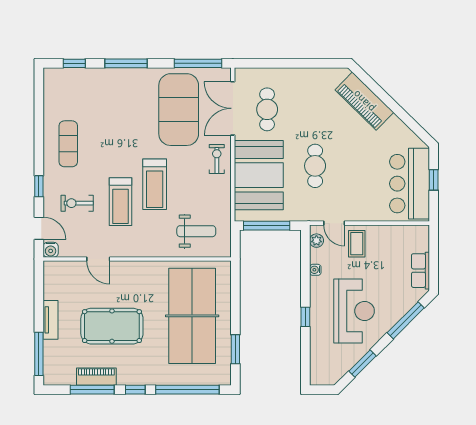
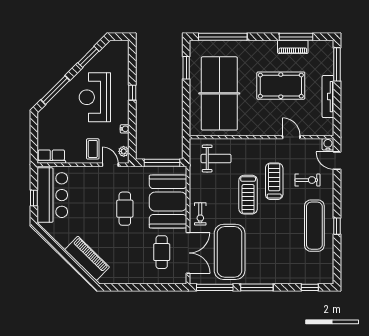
window: (126, 63) -> (257, 287), moved
exercise mat: (68, 144) -> (314, 226), width x1.36, depth x1.45
treadmill: (155, 184) -> (248, 195), turned 180
window: (39, 186) -> (337, 226), moved
weight bench: (196, 231) -> (216, 159), turned 180
row of seats: (420, 271) -> (51, 157), moved, turned -90
tv unit: (51, 320) -> (328, 97), width x1.41
window: (135, 390) -> (263, 37), removed

